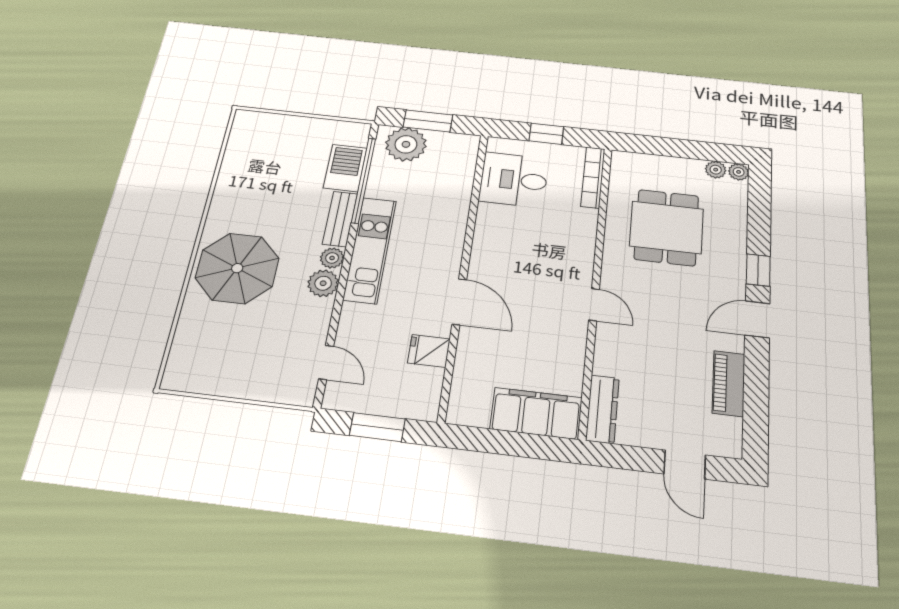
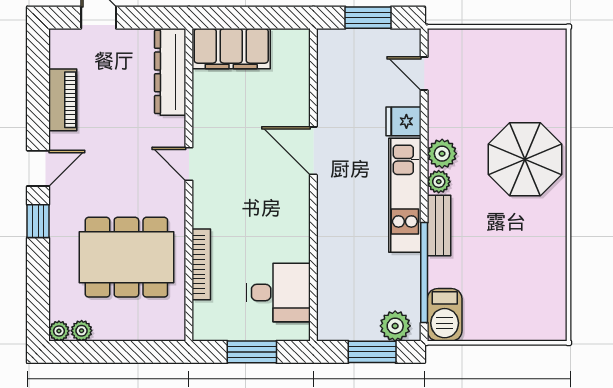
window: (546, 134) -> (252, 352), width x1.50
plant: (406, 144) -> (395, 326), width x0.73, depth x0.73
barbecue: (345, 168) -> (445, 315), moved
bookcase: (593, 177) -> (201, 264), moved
dining table: (667, 227) -> (126, 257), width x1.37
fridge: (429, 351) -> (404, 121), moved, turned 180
dresser: (602, 409) -> (170, 72), width x1.37, depth x1.24

